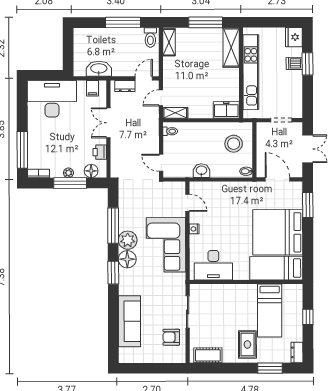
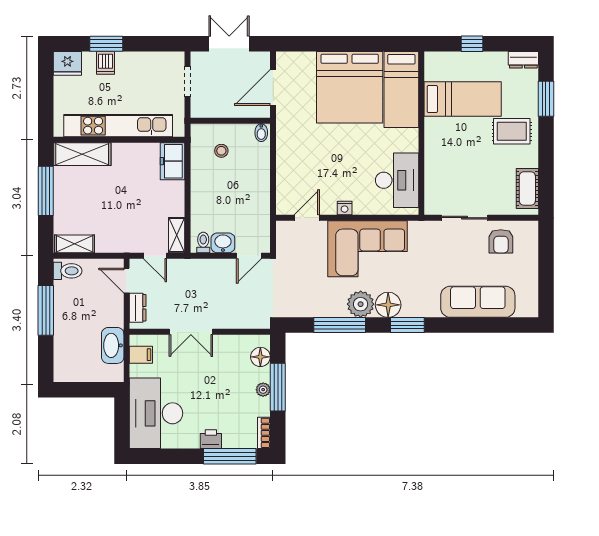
stool: (234, 144) -> (221, 151), width x0.53, depth x0.53
printer: (100, 152) -> (211, 439), moved, turned 180
washbasin: (201, 171) -> (223, 243), moved, turned 90
window: (308, 205) -> (310, 44), removed

